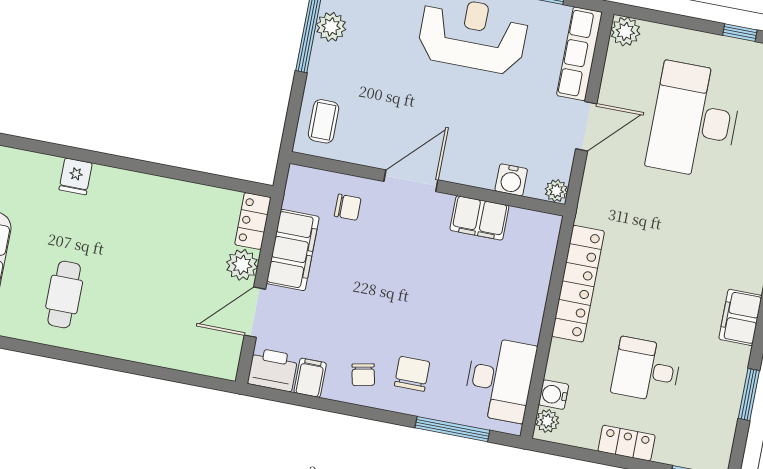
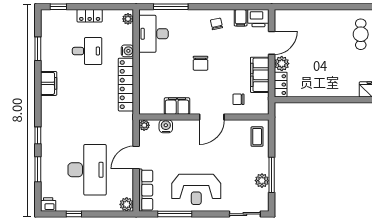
chair: (412, 374) -> (201, 63), moved
water cooler: (554, 395) -> (127, 51), moved

